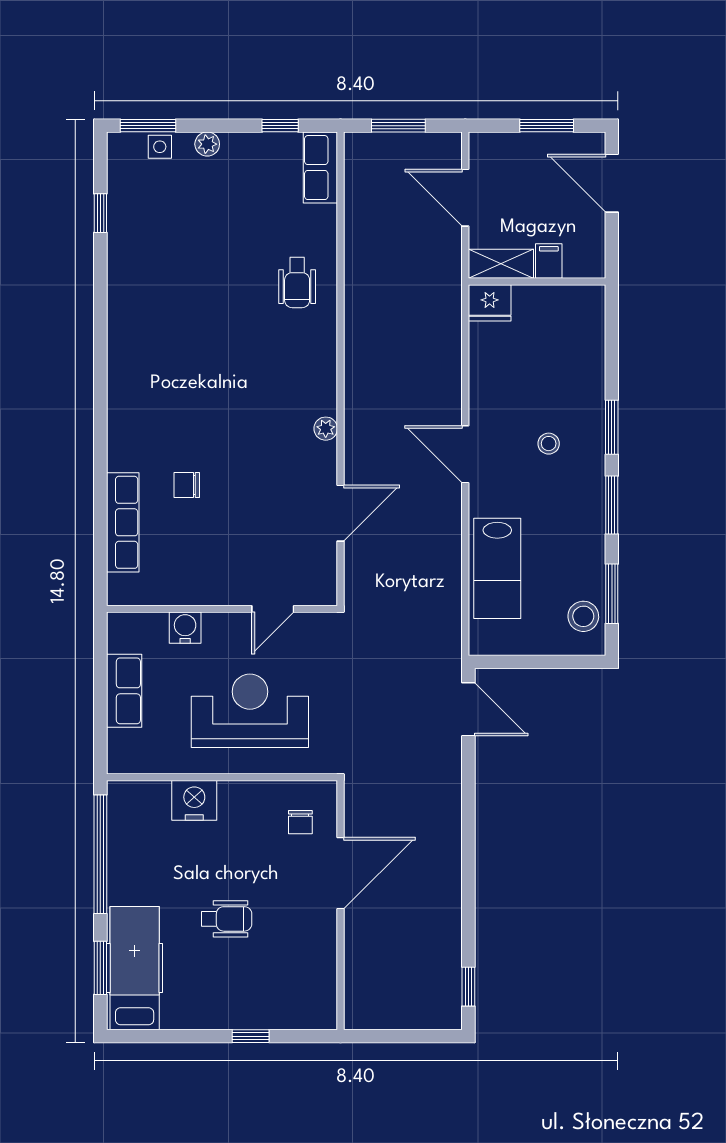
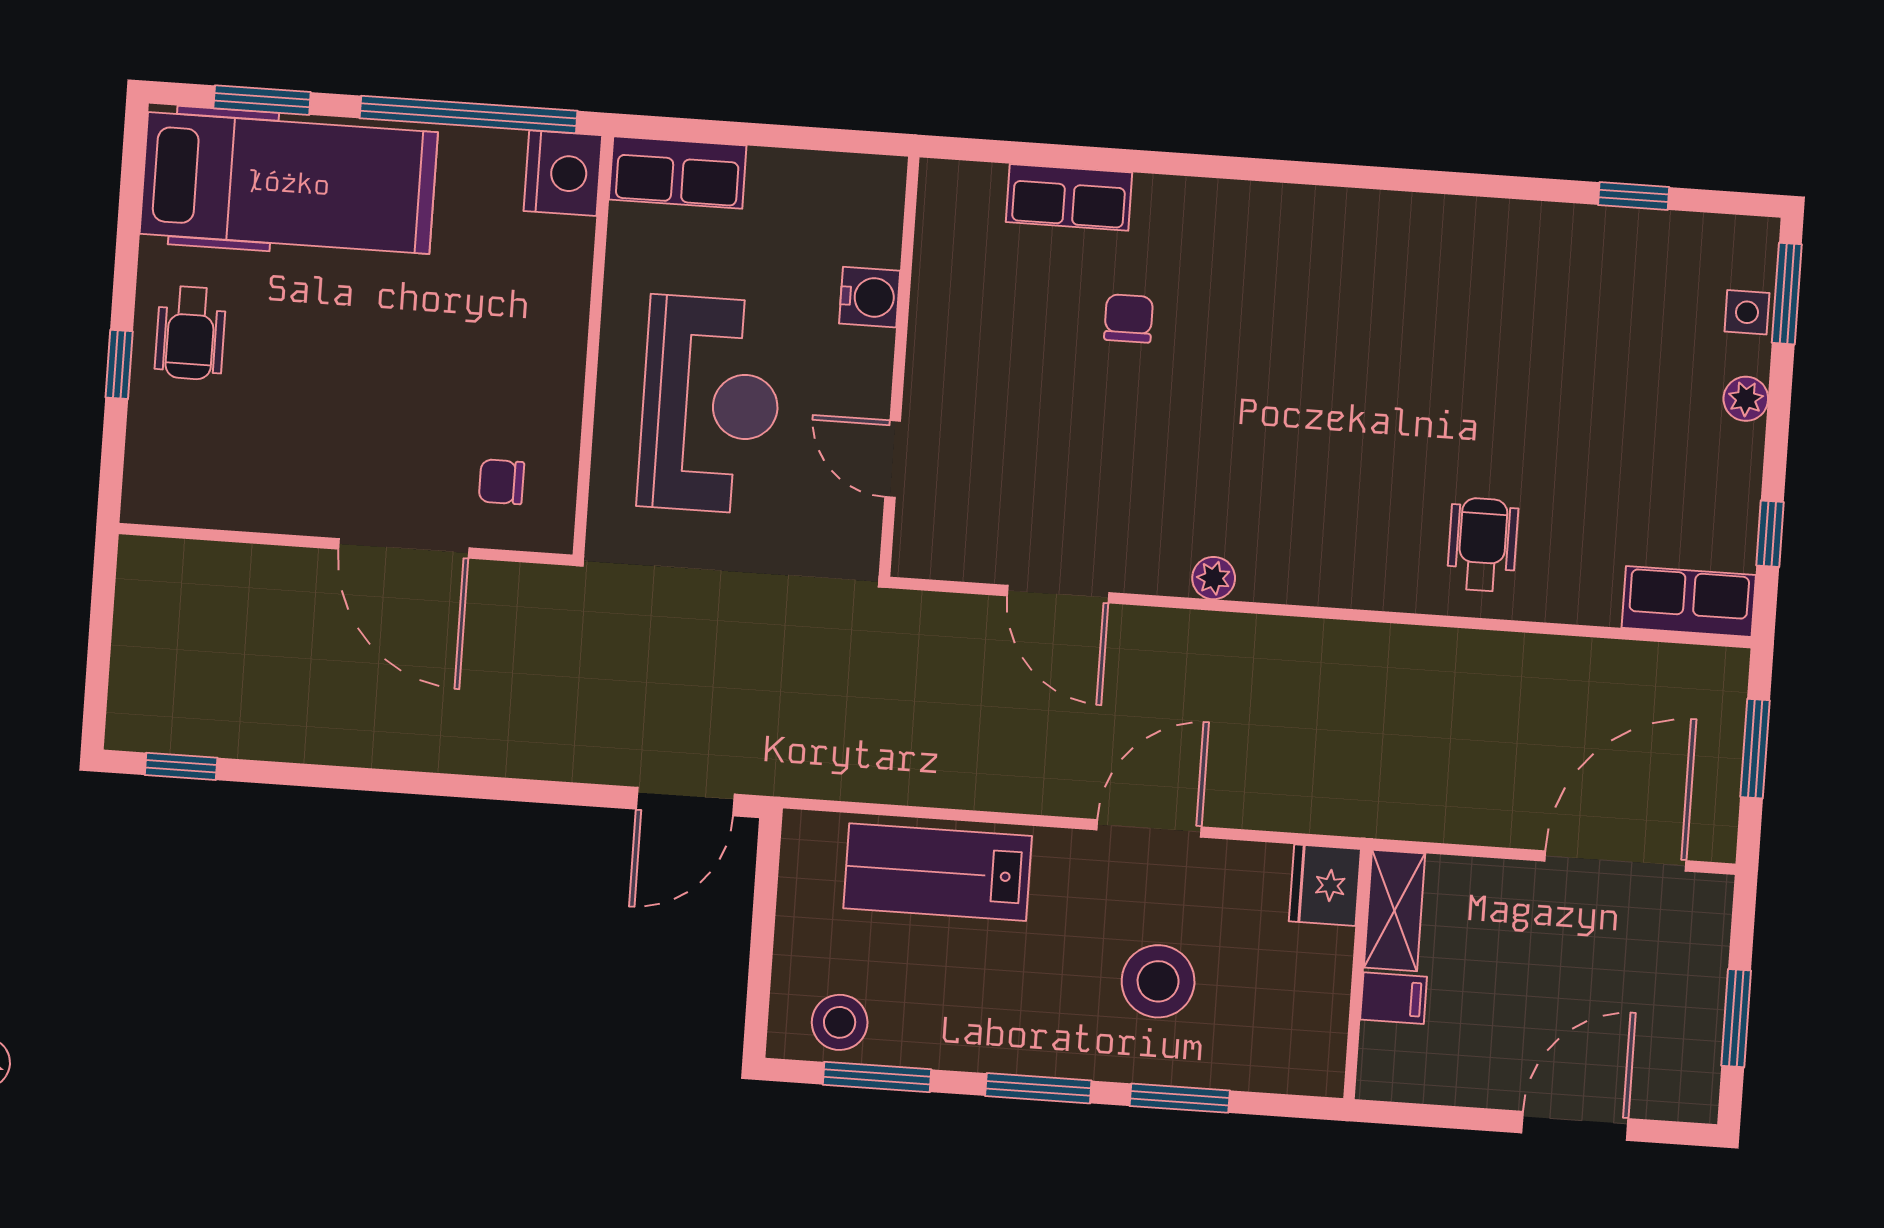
door: (612, 183) -> (1575, 1126), moved
door: (465, 198) -> (1616, 861), width x1.36
filing cabinet: (549, 261) -> (1394, 998), moved
shelving: (501, 264) -> (1395, 910), moved
wall: (537, 282) -> (1358, 974), moved
wheelchair: (297, 283) -> (1483, 545), turned 90
fridge: (490, 303) -> (1325, 885), moved
stool: (549, 444) -> (1158, 981), width x1.89, depth x1.89
row of seats: (123, 522) -> (1069, 197), width x0.68
row of seats: (124, 691) -> (678, 173), moved
nightstand: (194, 800) -> (563, 173), moved
wheelchair: (226, 919) -> (190, 333), moved
hospital bed: (135, 968) -> (289, 183), width x1.37, depth x1.29

